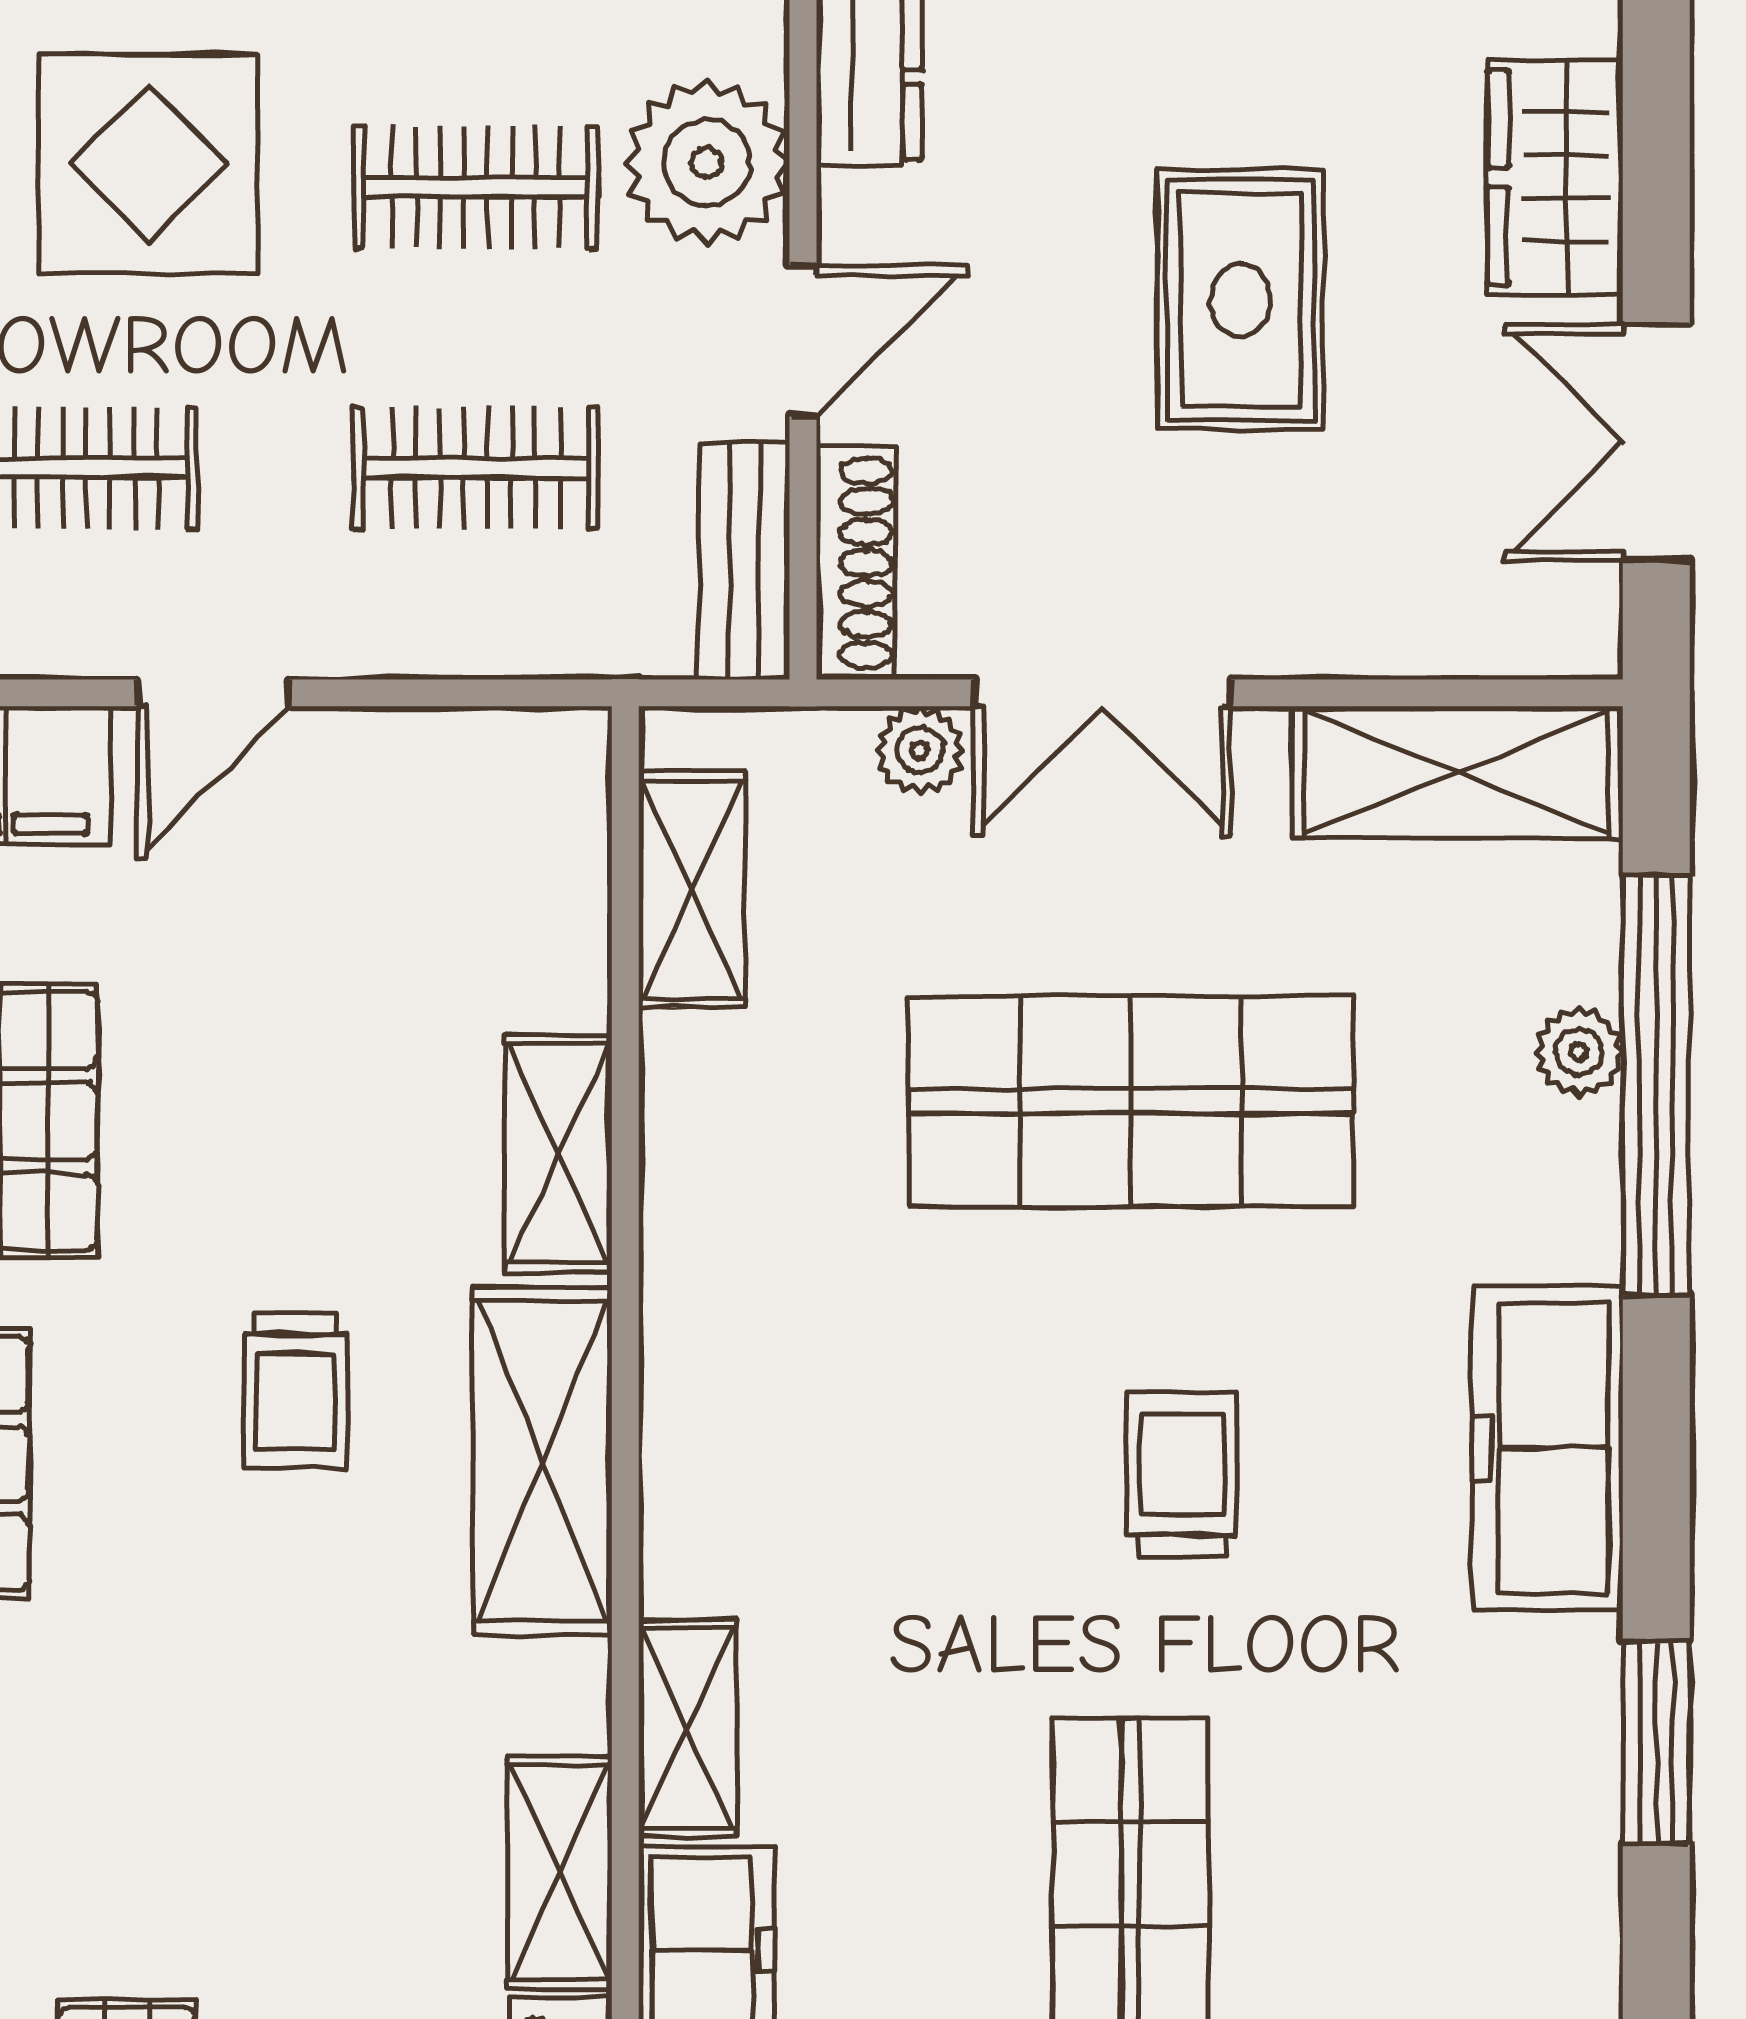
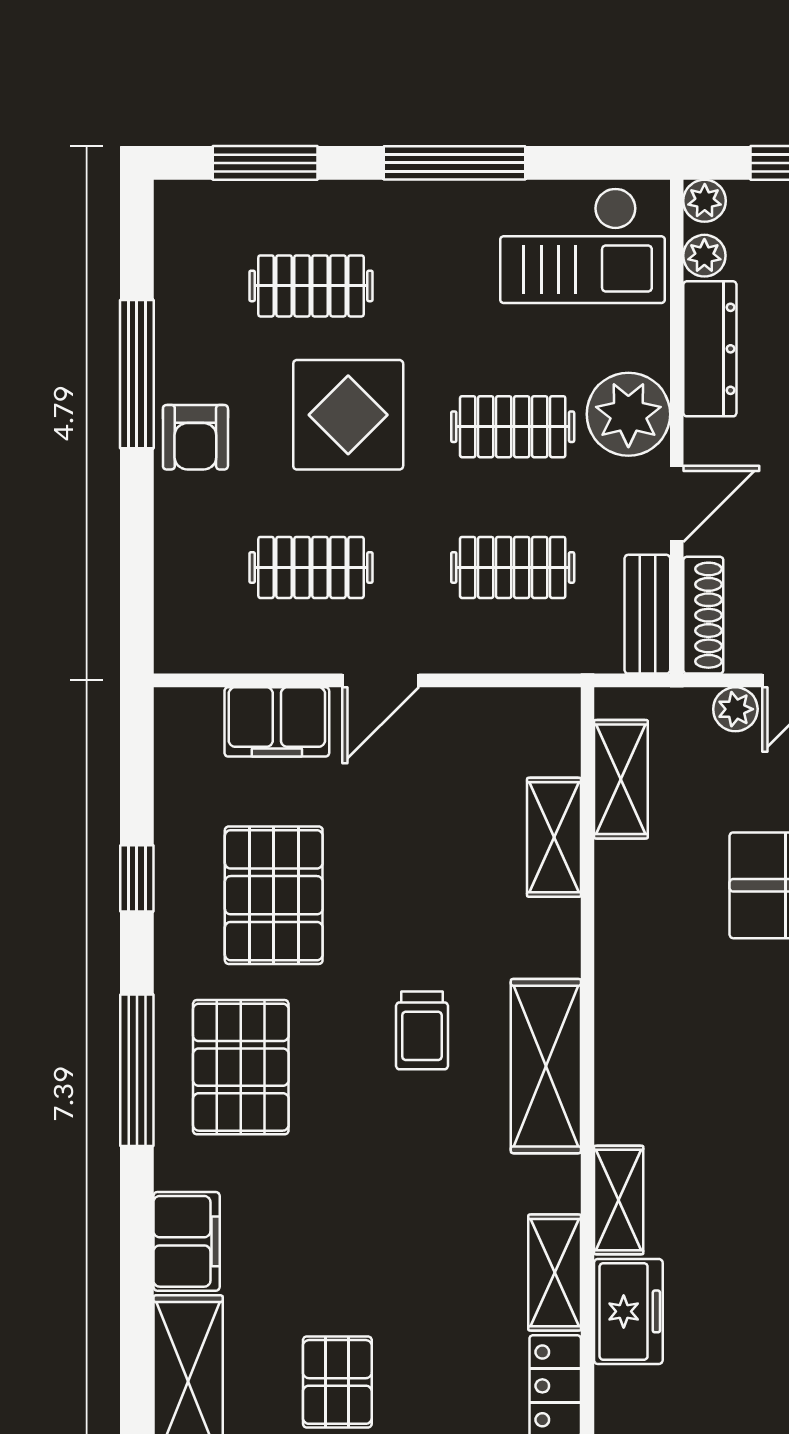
shelving: (558, 1154) -> (554, 837), moved

